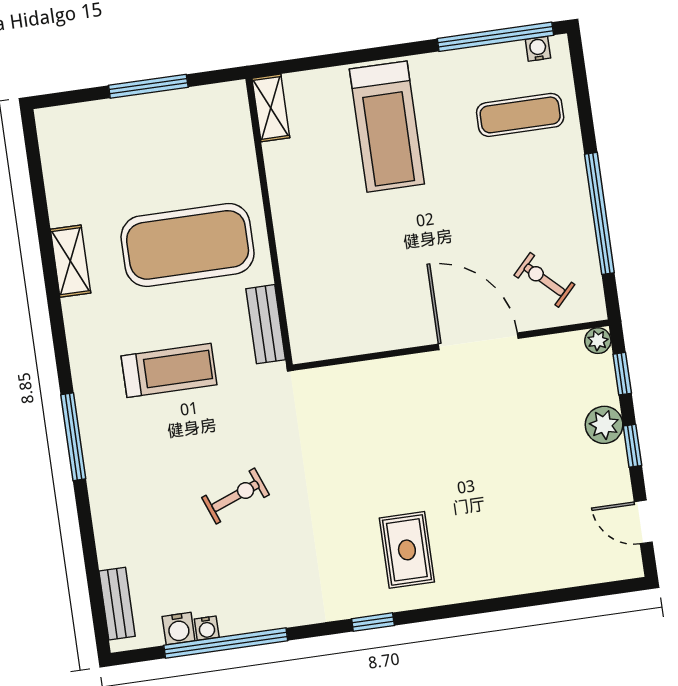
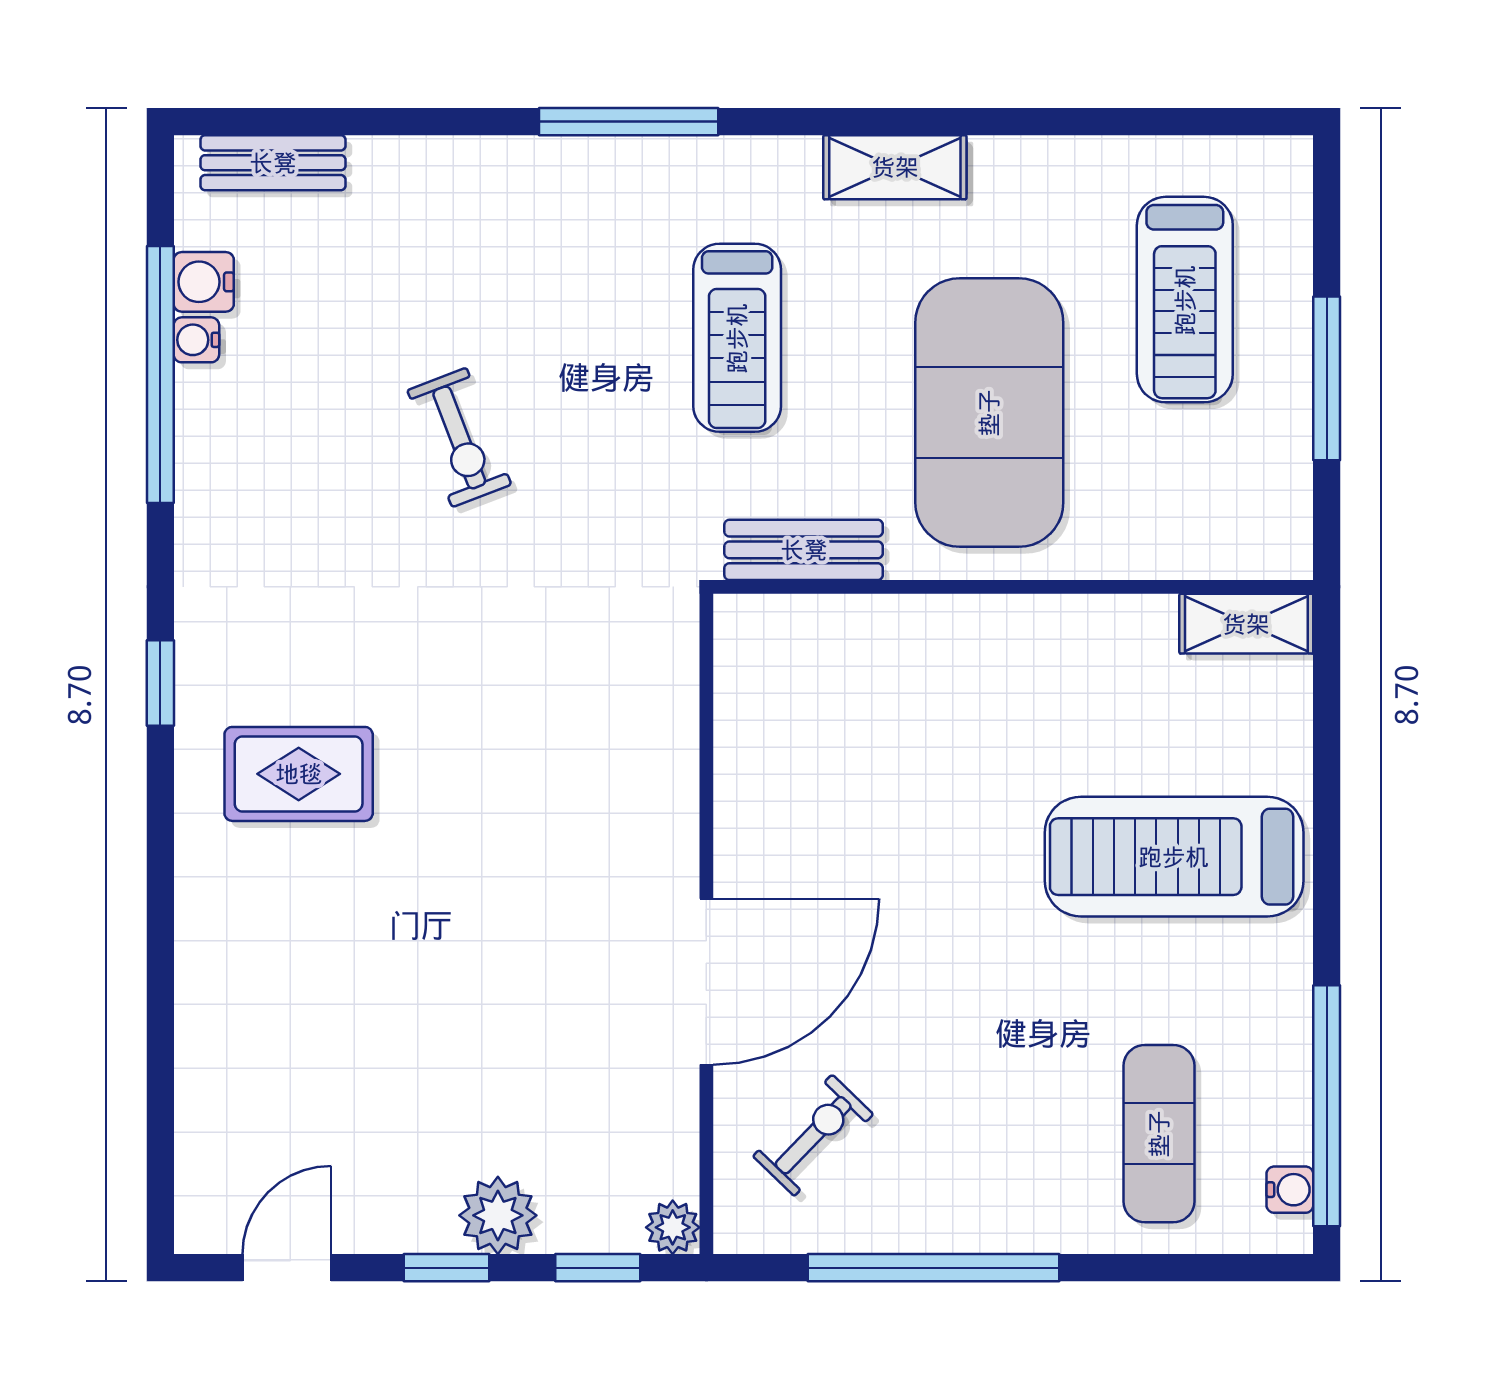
treadmill: (120, 159) -> (1185, 300), added
shelving: (70, 261) -> (895, 167), moved

